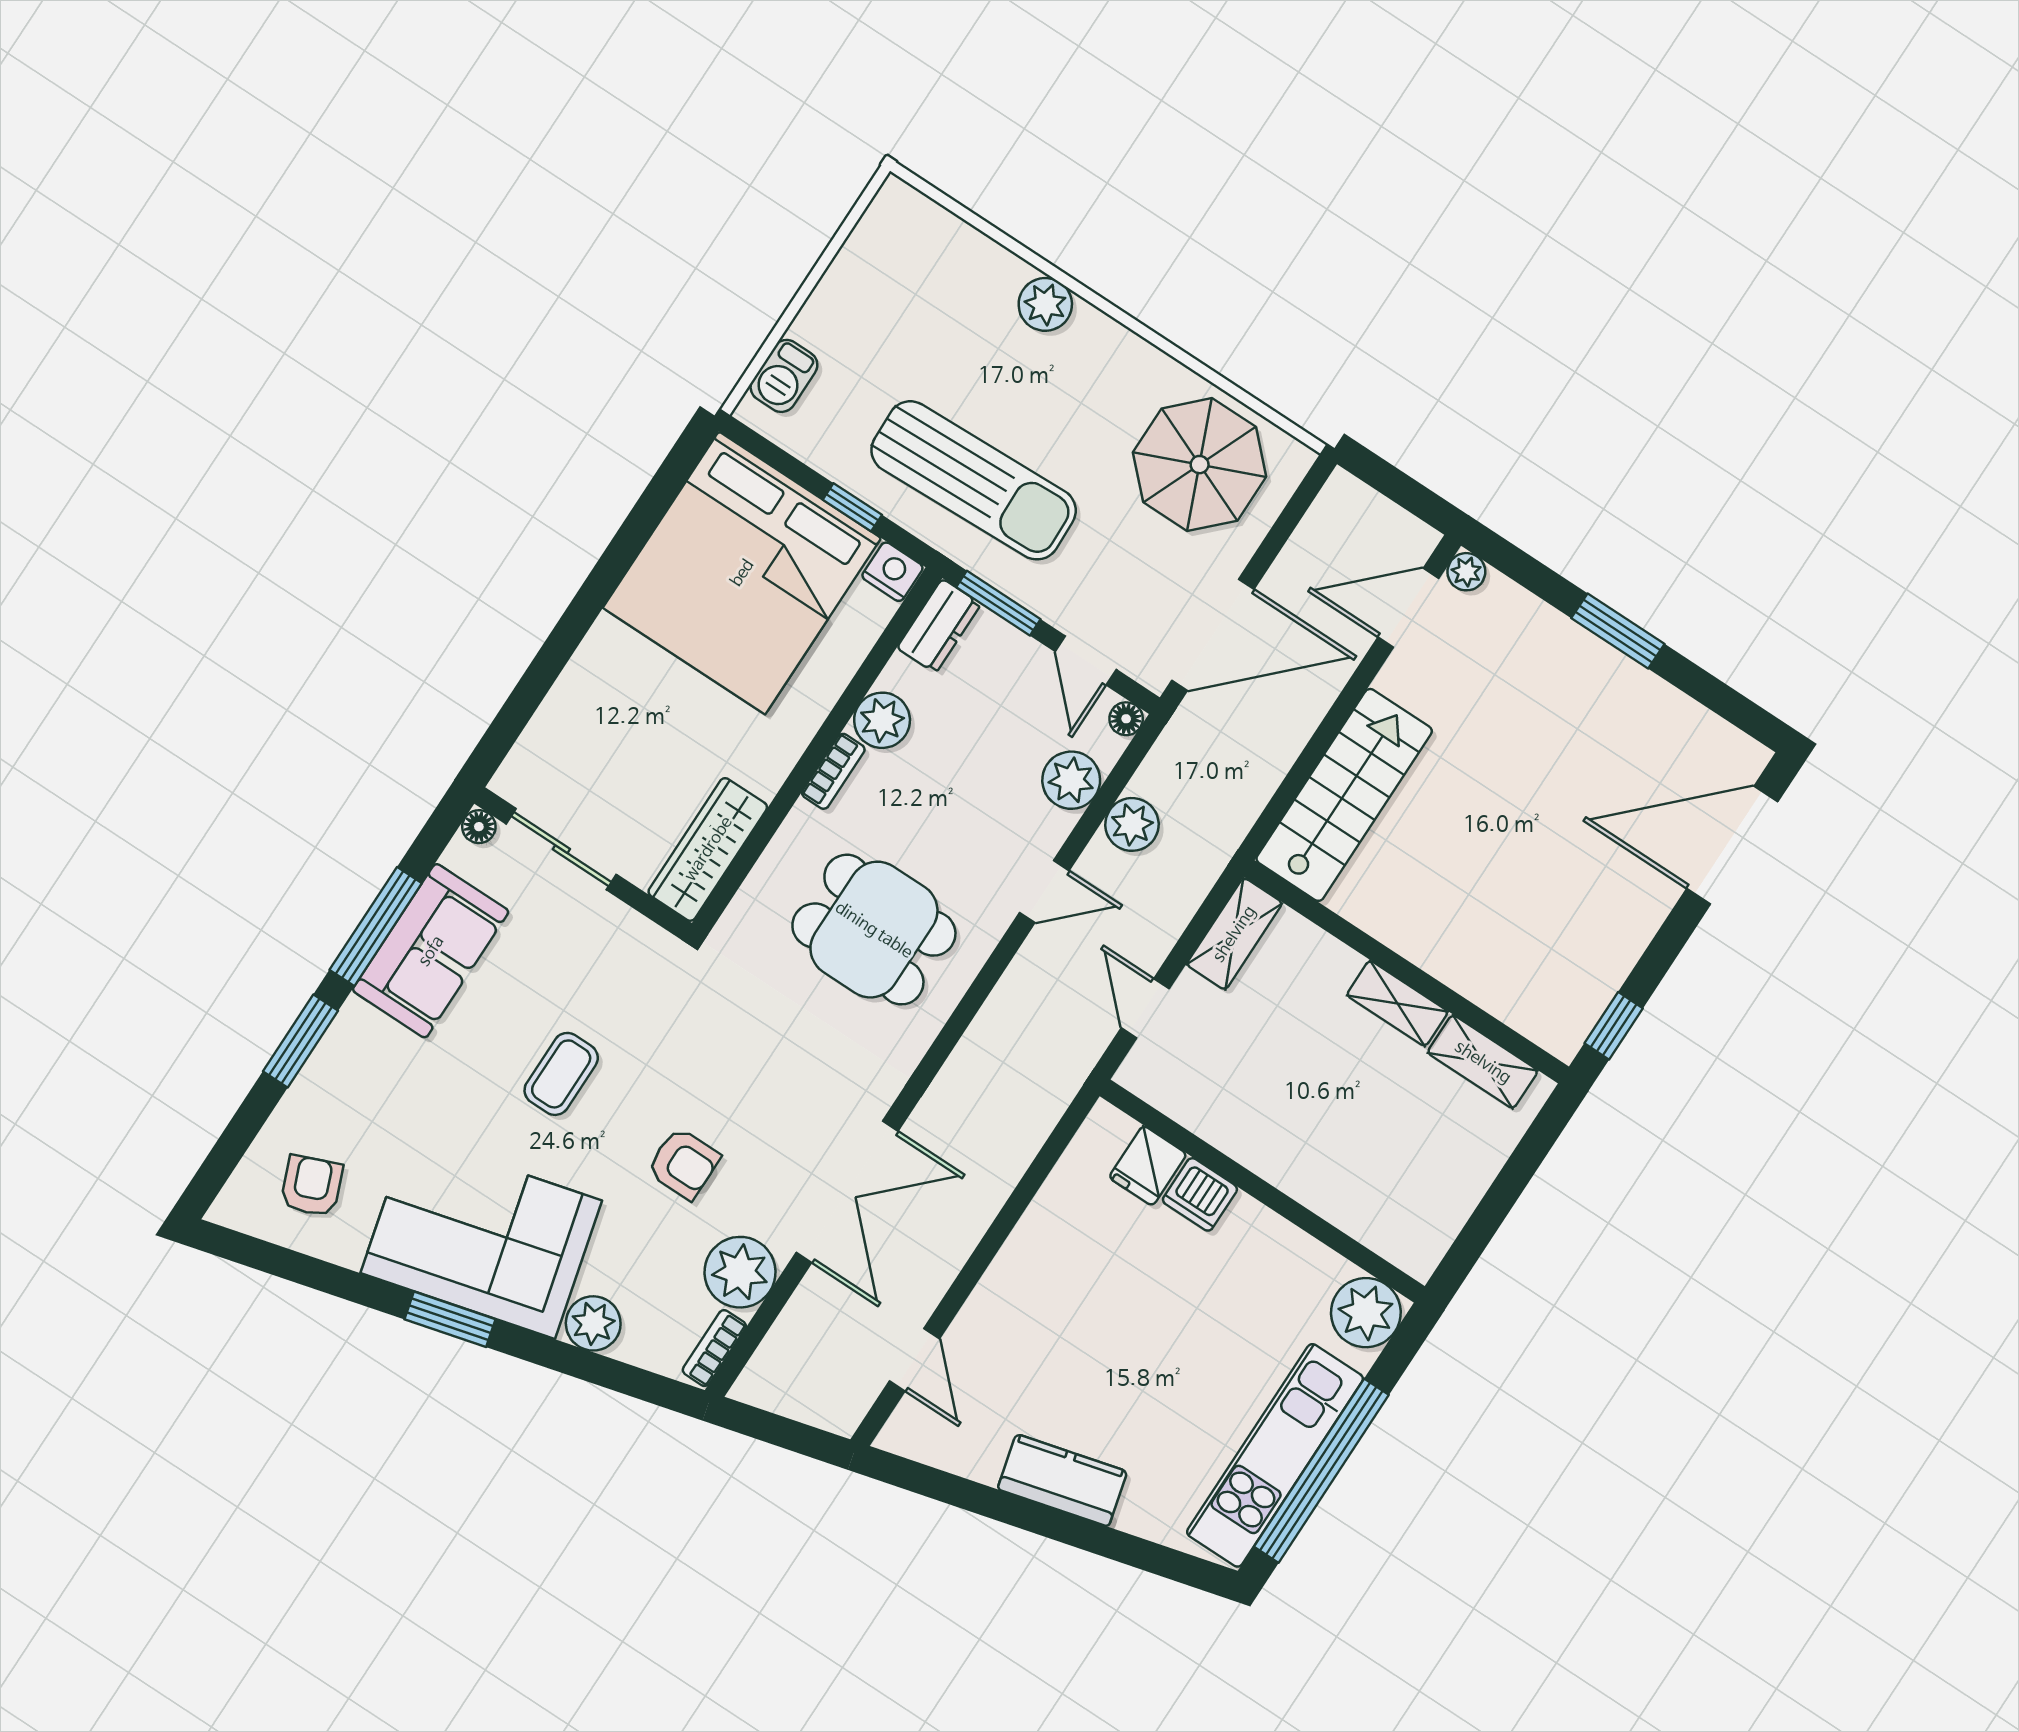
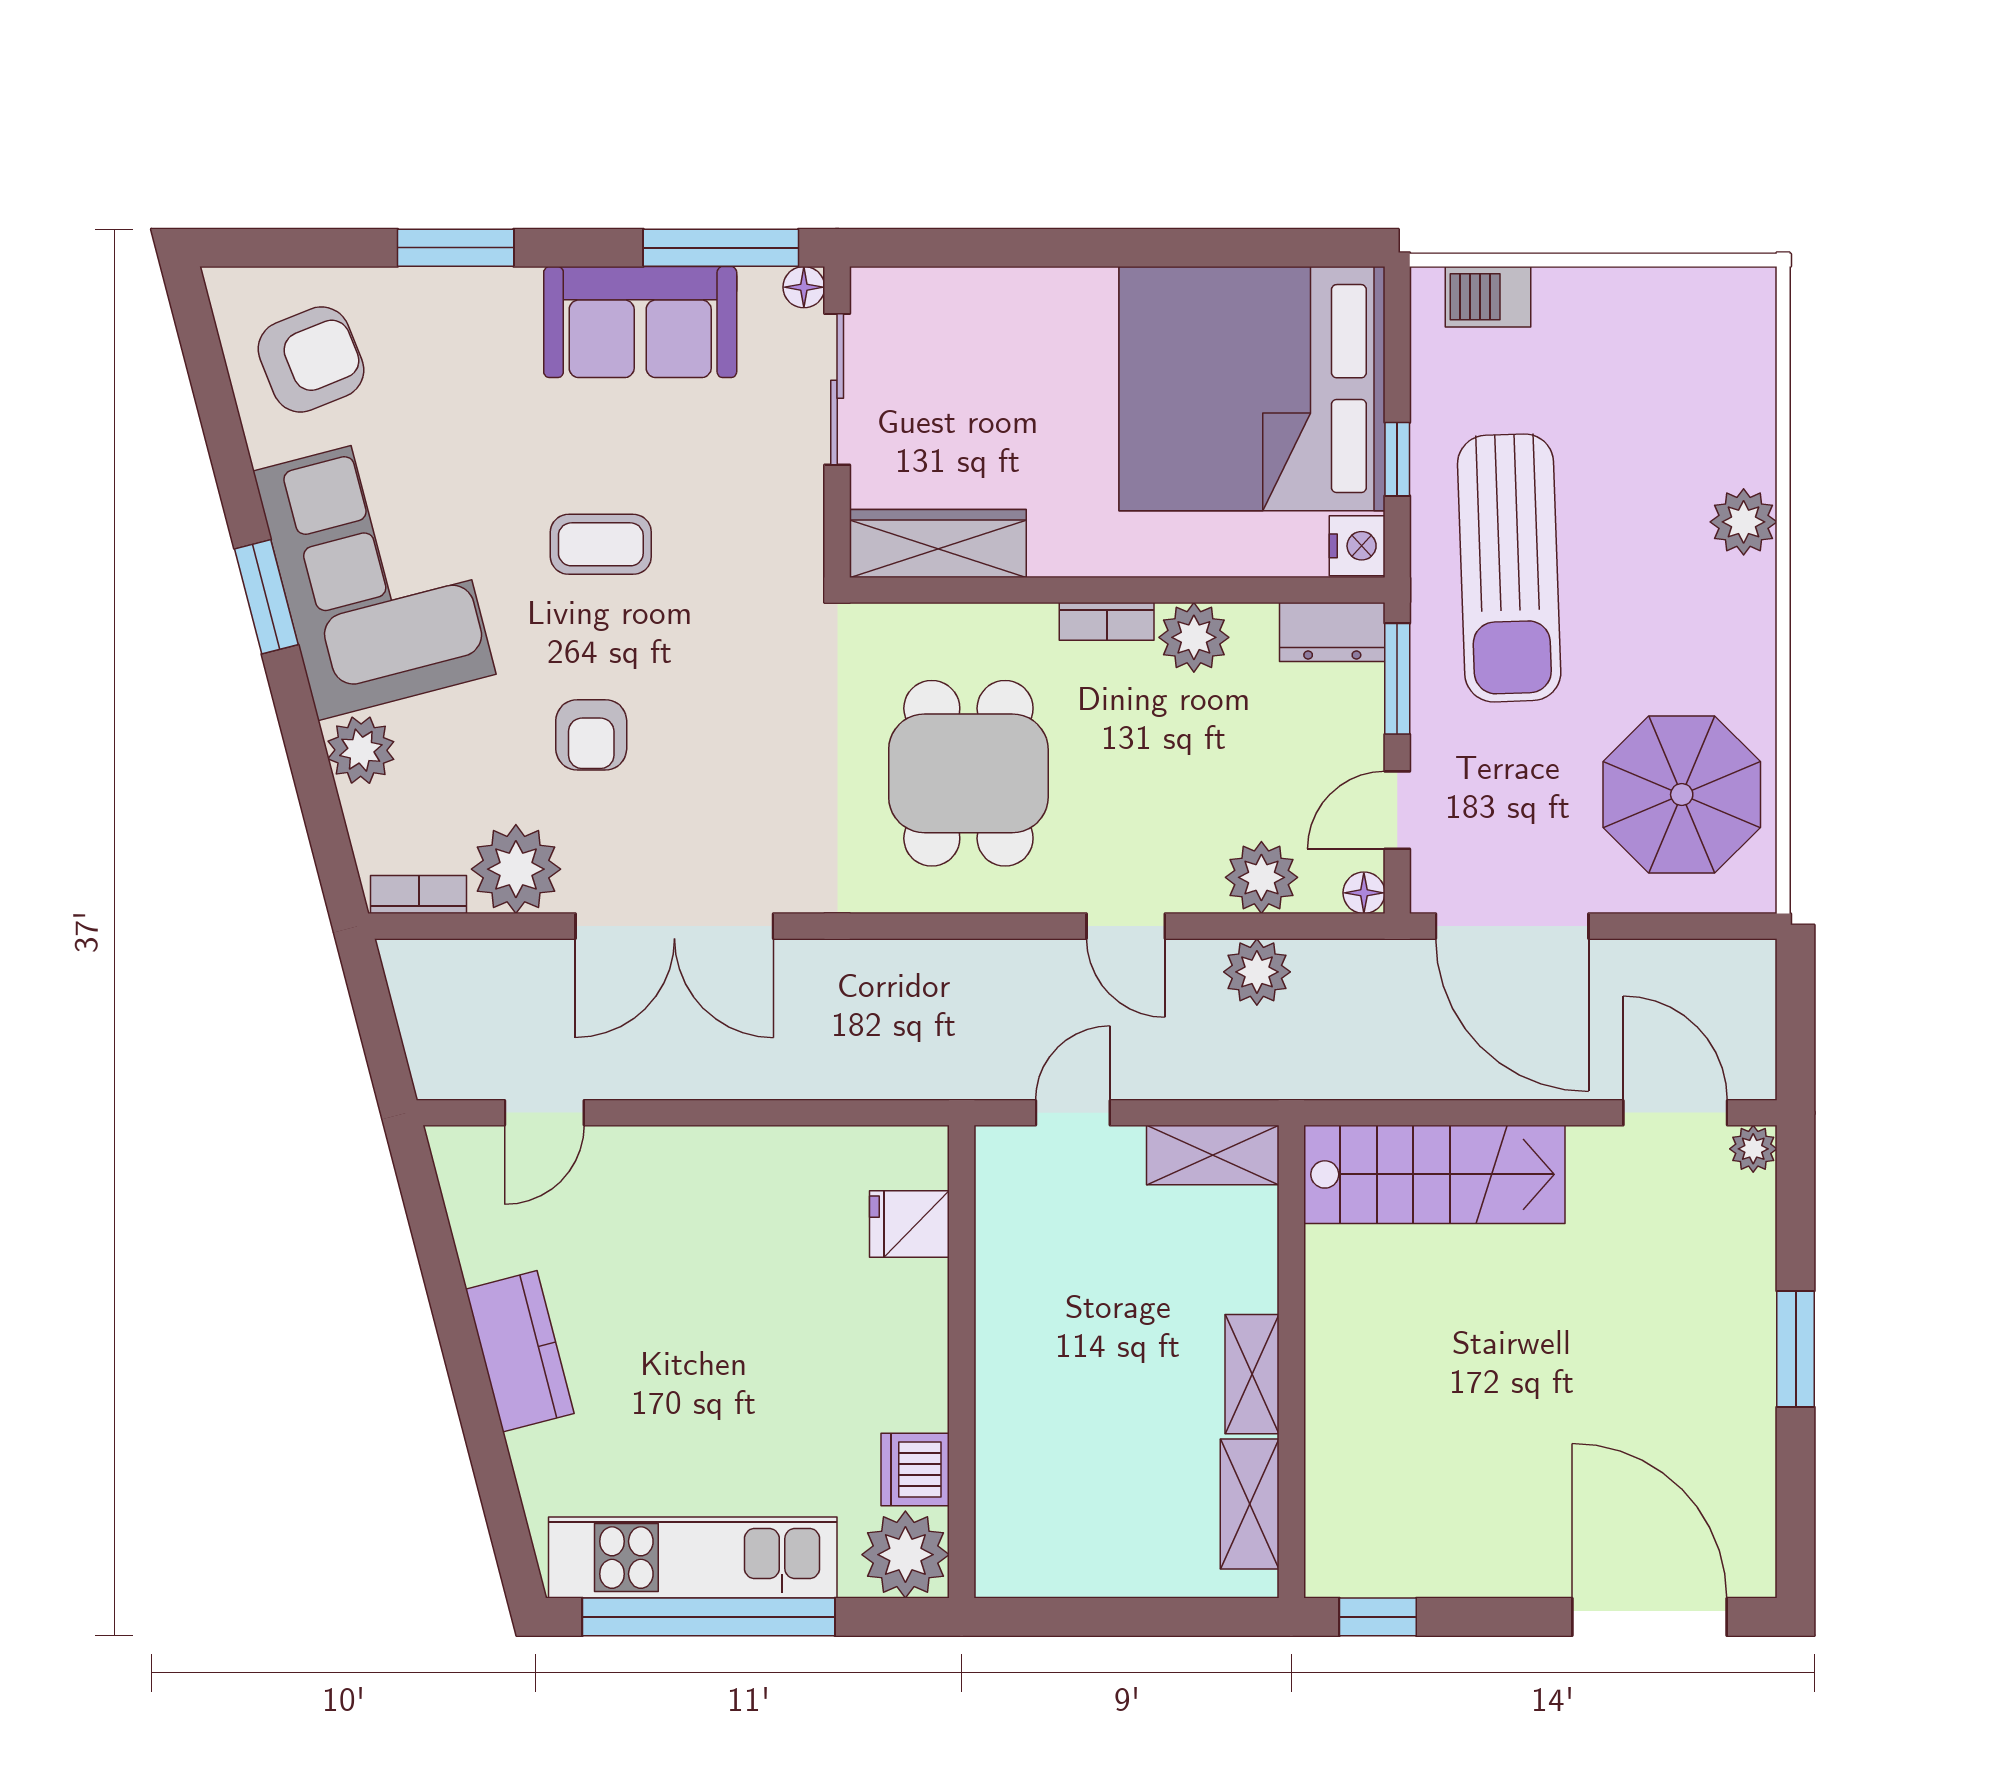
window: (376, 927) -> (721, 248), moved
armchair: (312, 1186) -> (311, 359), width x1.38, depth x1.38
dishwasher: (1200, 1194) -> (915, 1469), moved

